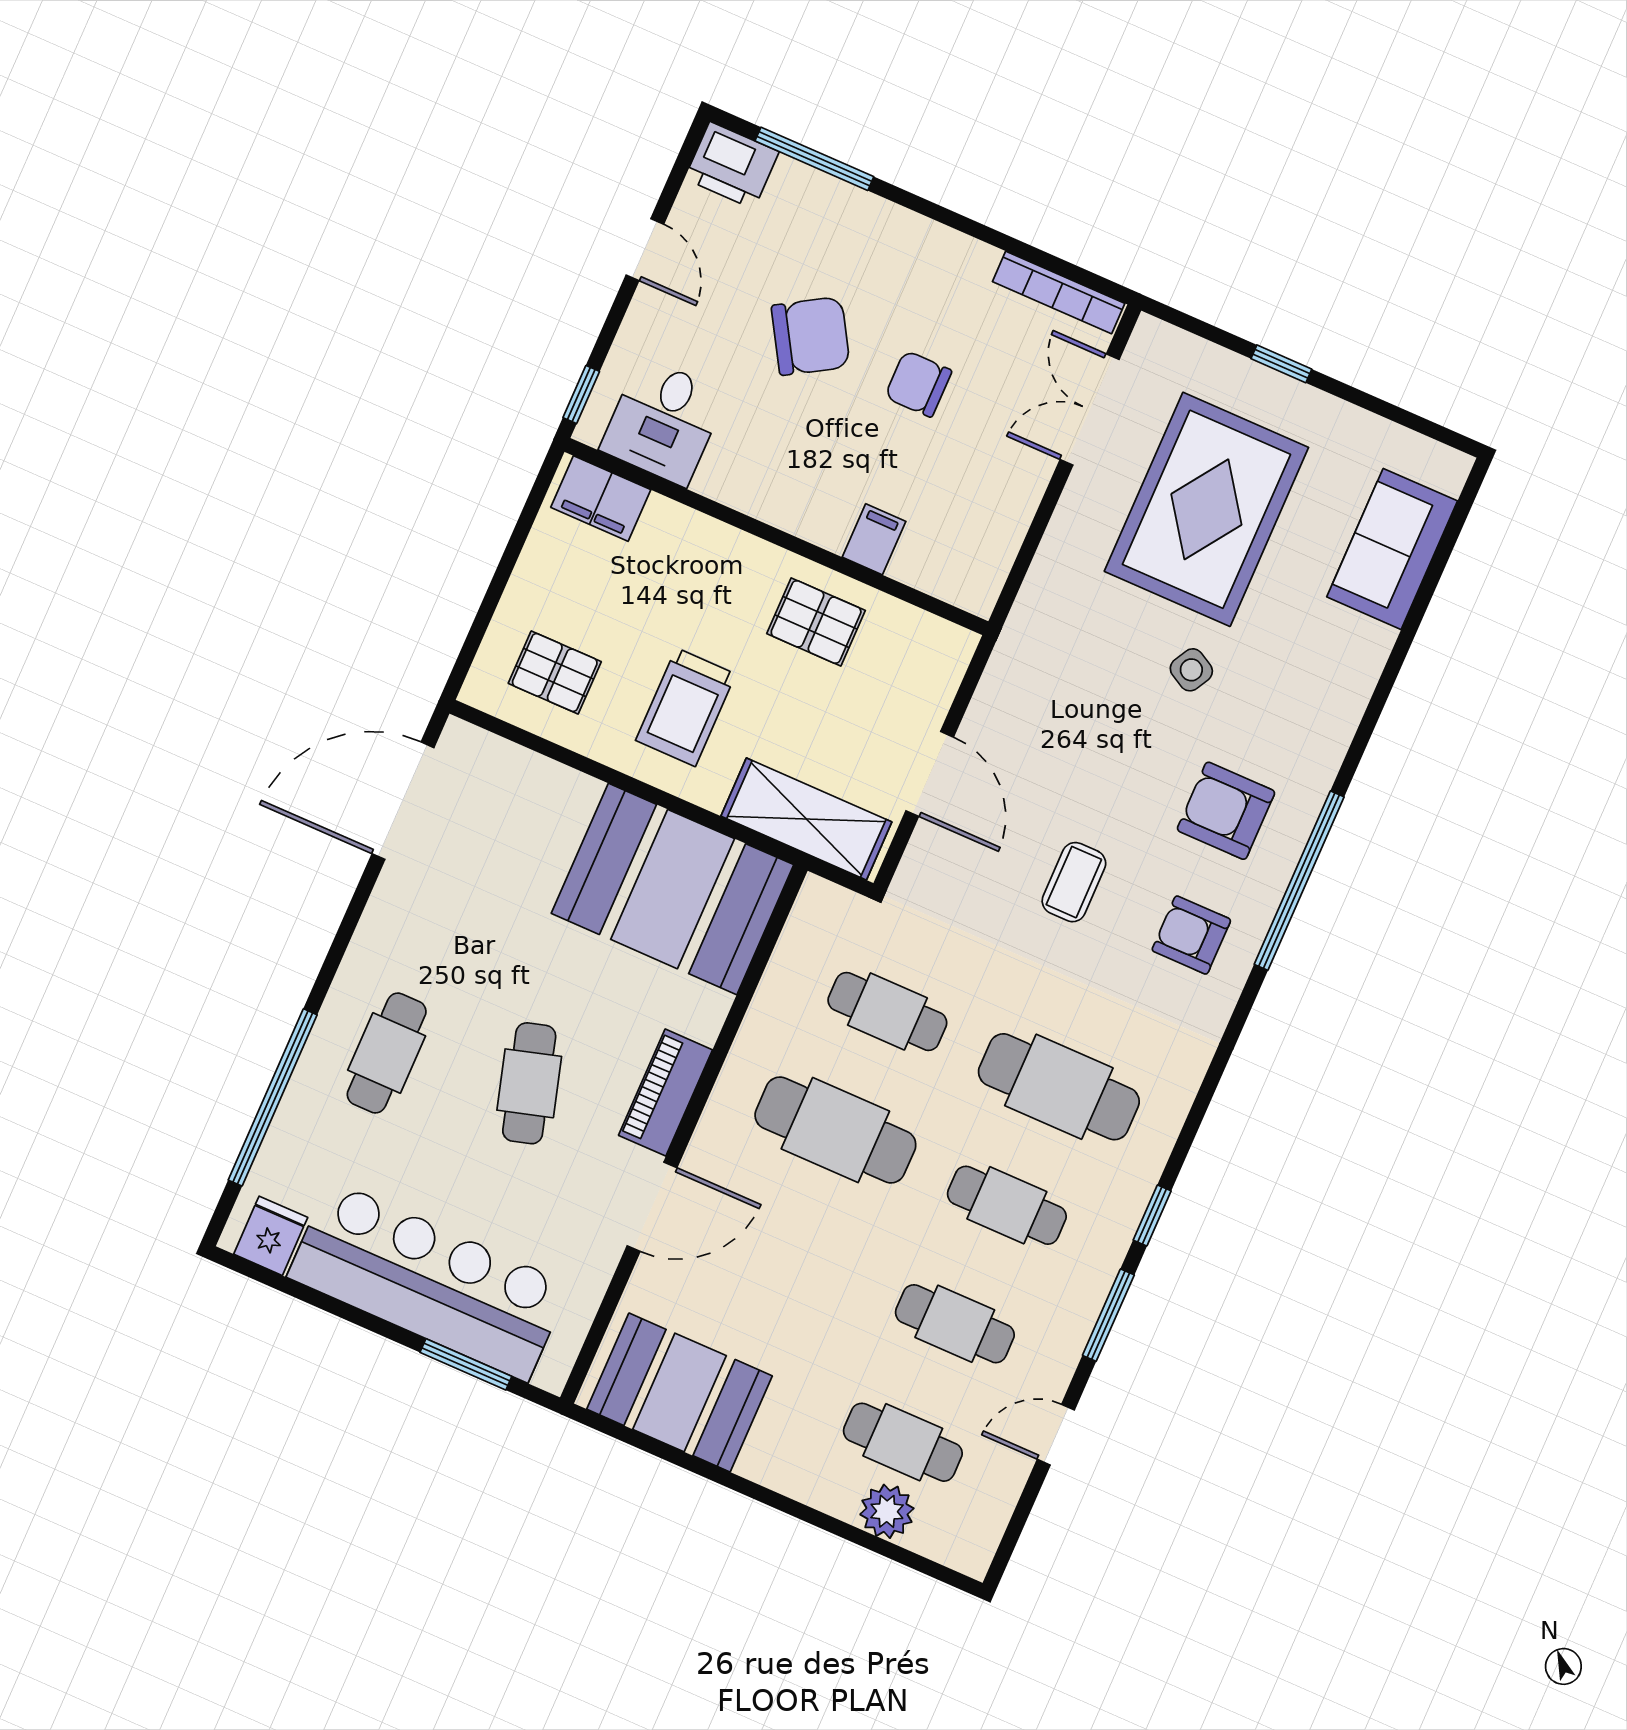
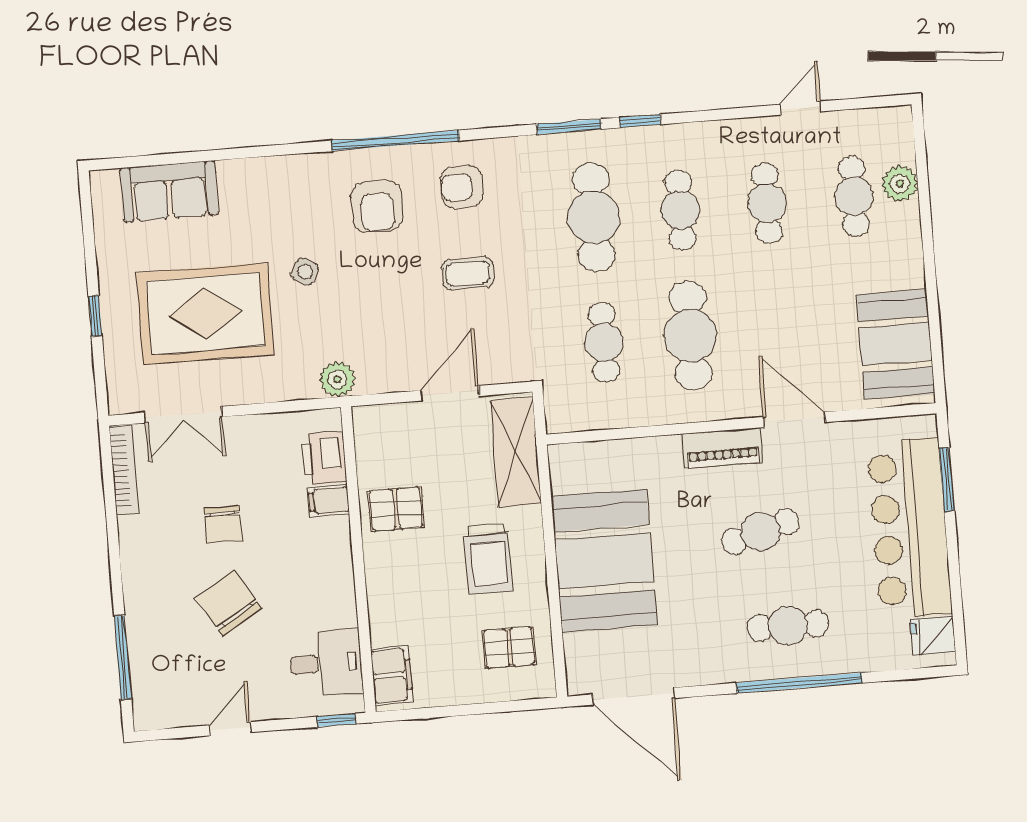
printer: (732, 165) -> (324, 458), moved, turned 180
pallet: (816, 622) -> (396, 509), turned 90
plant: (1027, 636) -> (337, 379), added
pallet: (555, 673) -> (509, 647), turned 90
trolley: (686, 707) -> (488, 559), turned 90
booth: (673, 889) -> (604, 561), moved
armchair: (1191, 935) -> (462, 187), turned 90
window: (273, 1097) -> (799, 683), moved
window: (1108, 1315) -> (569, 127), moved
door: (1056, 1435) -> (801, 108), swing flipped

